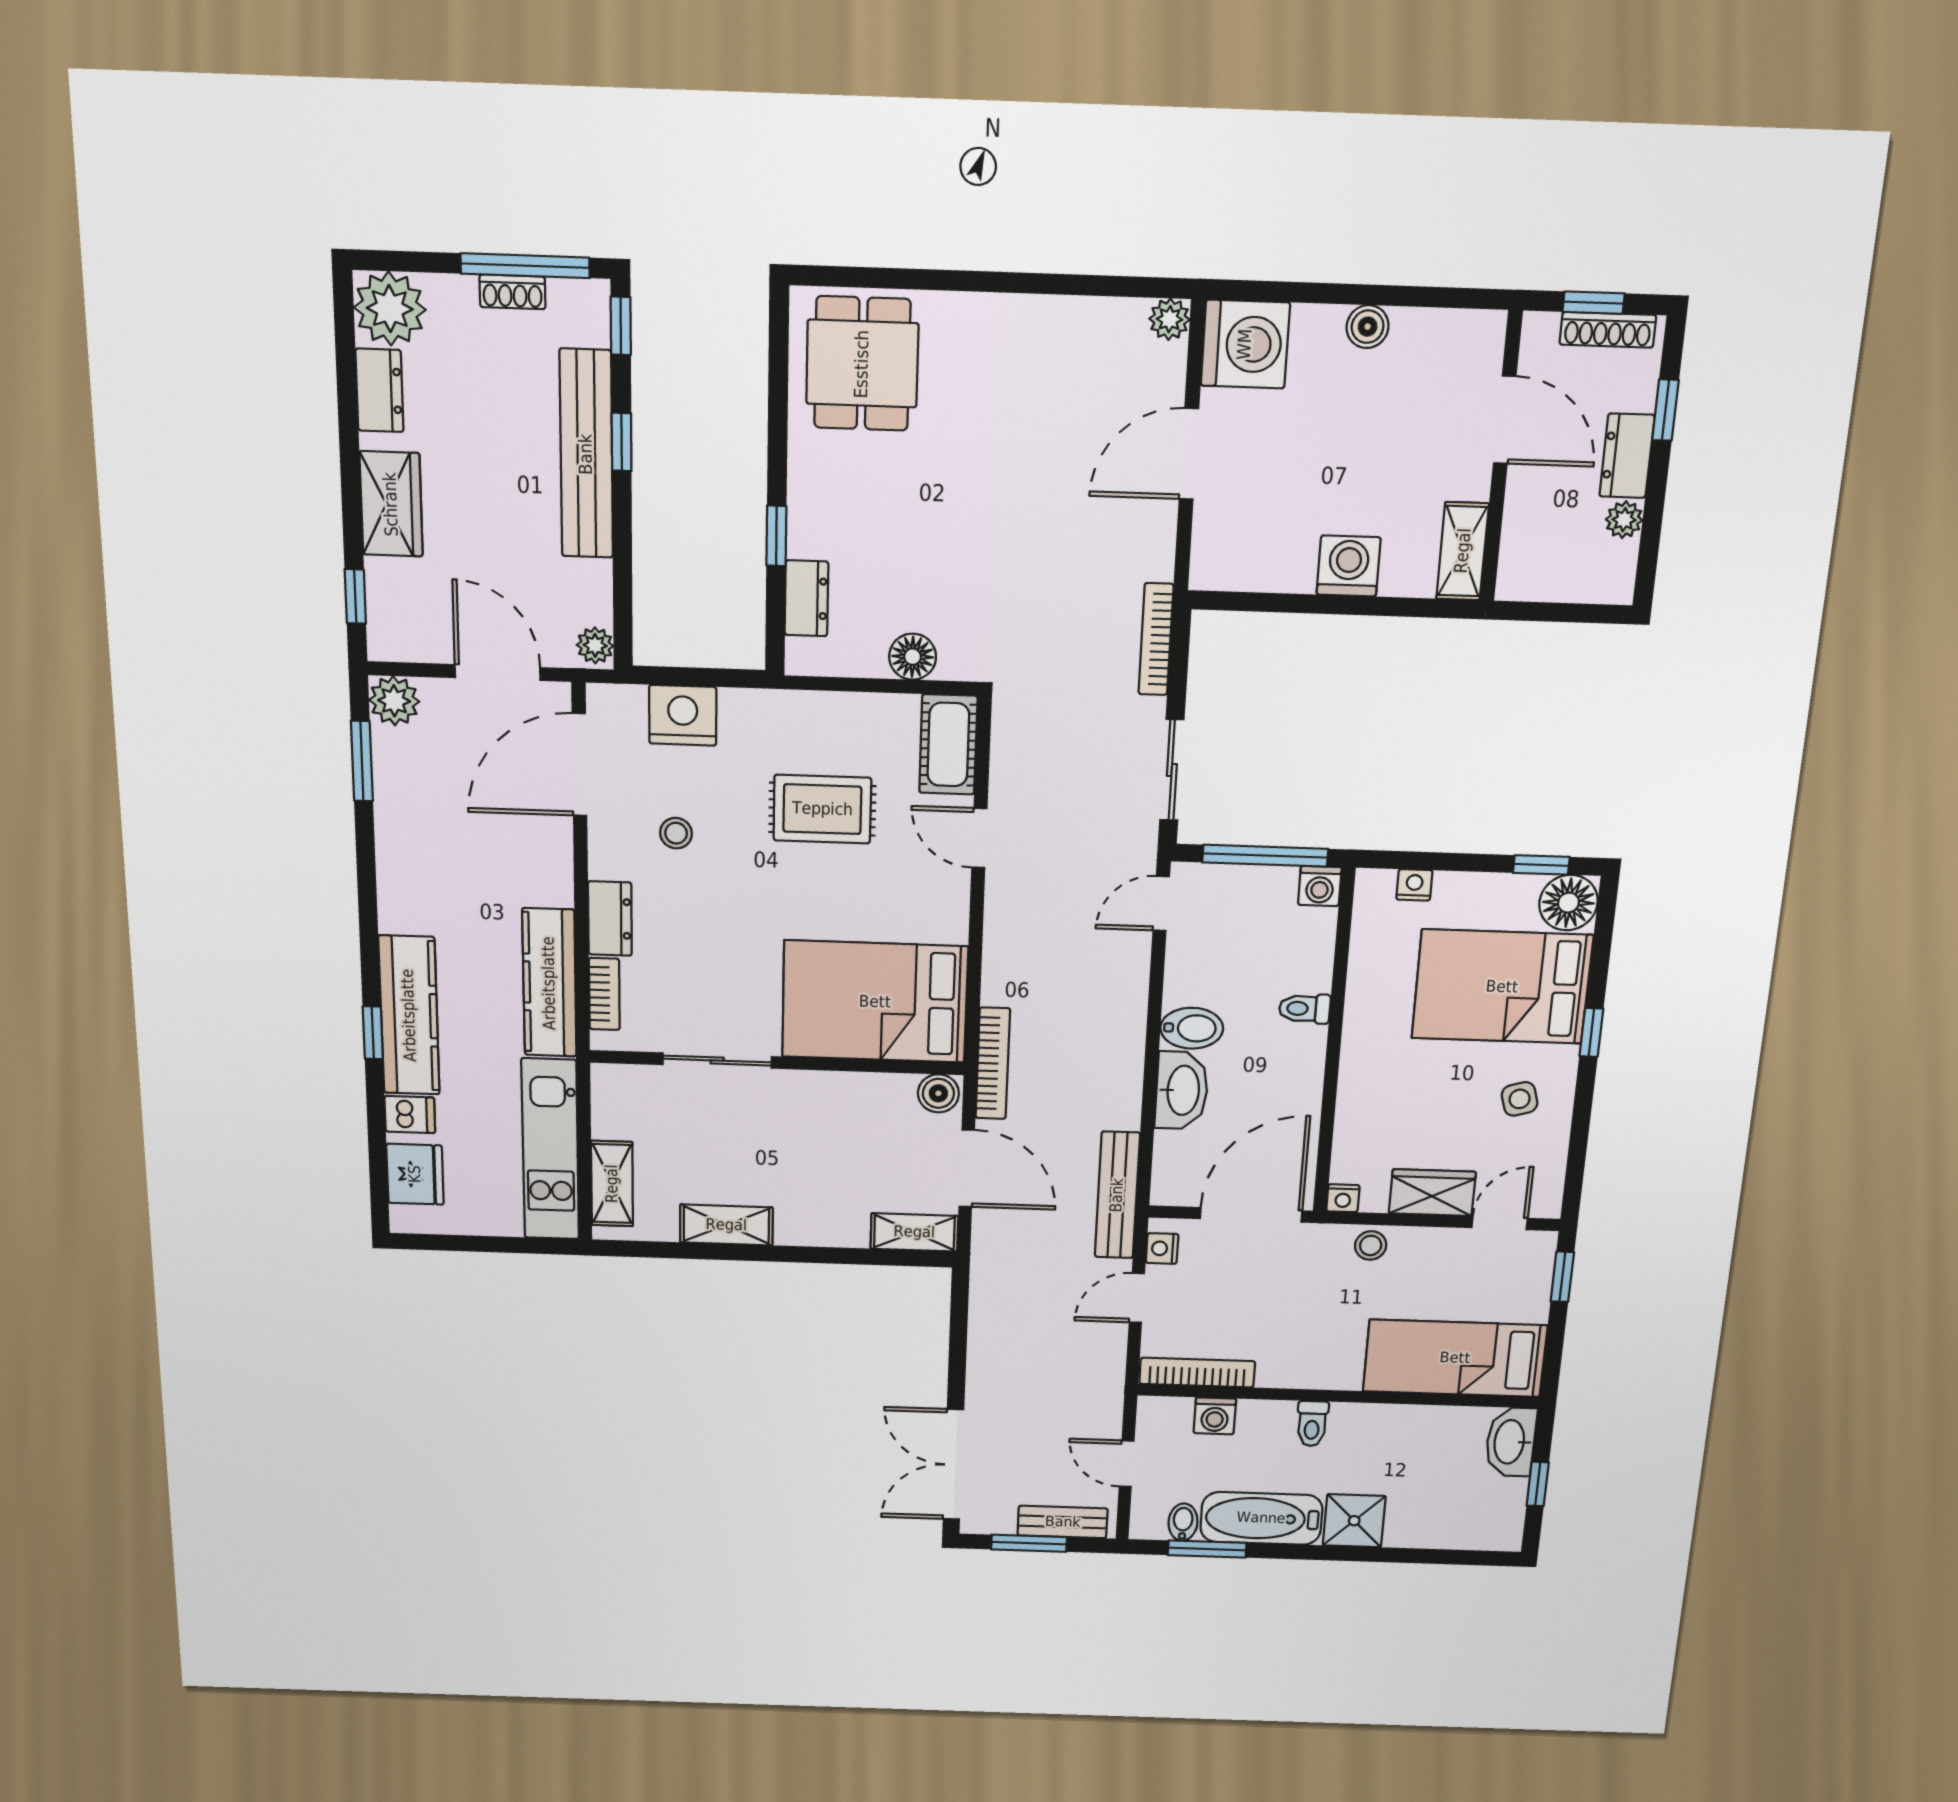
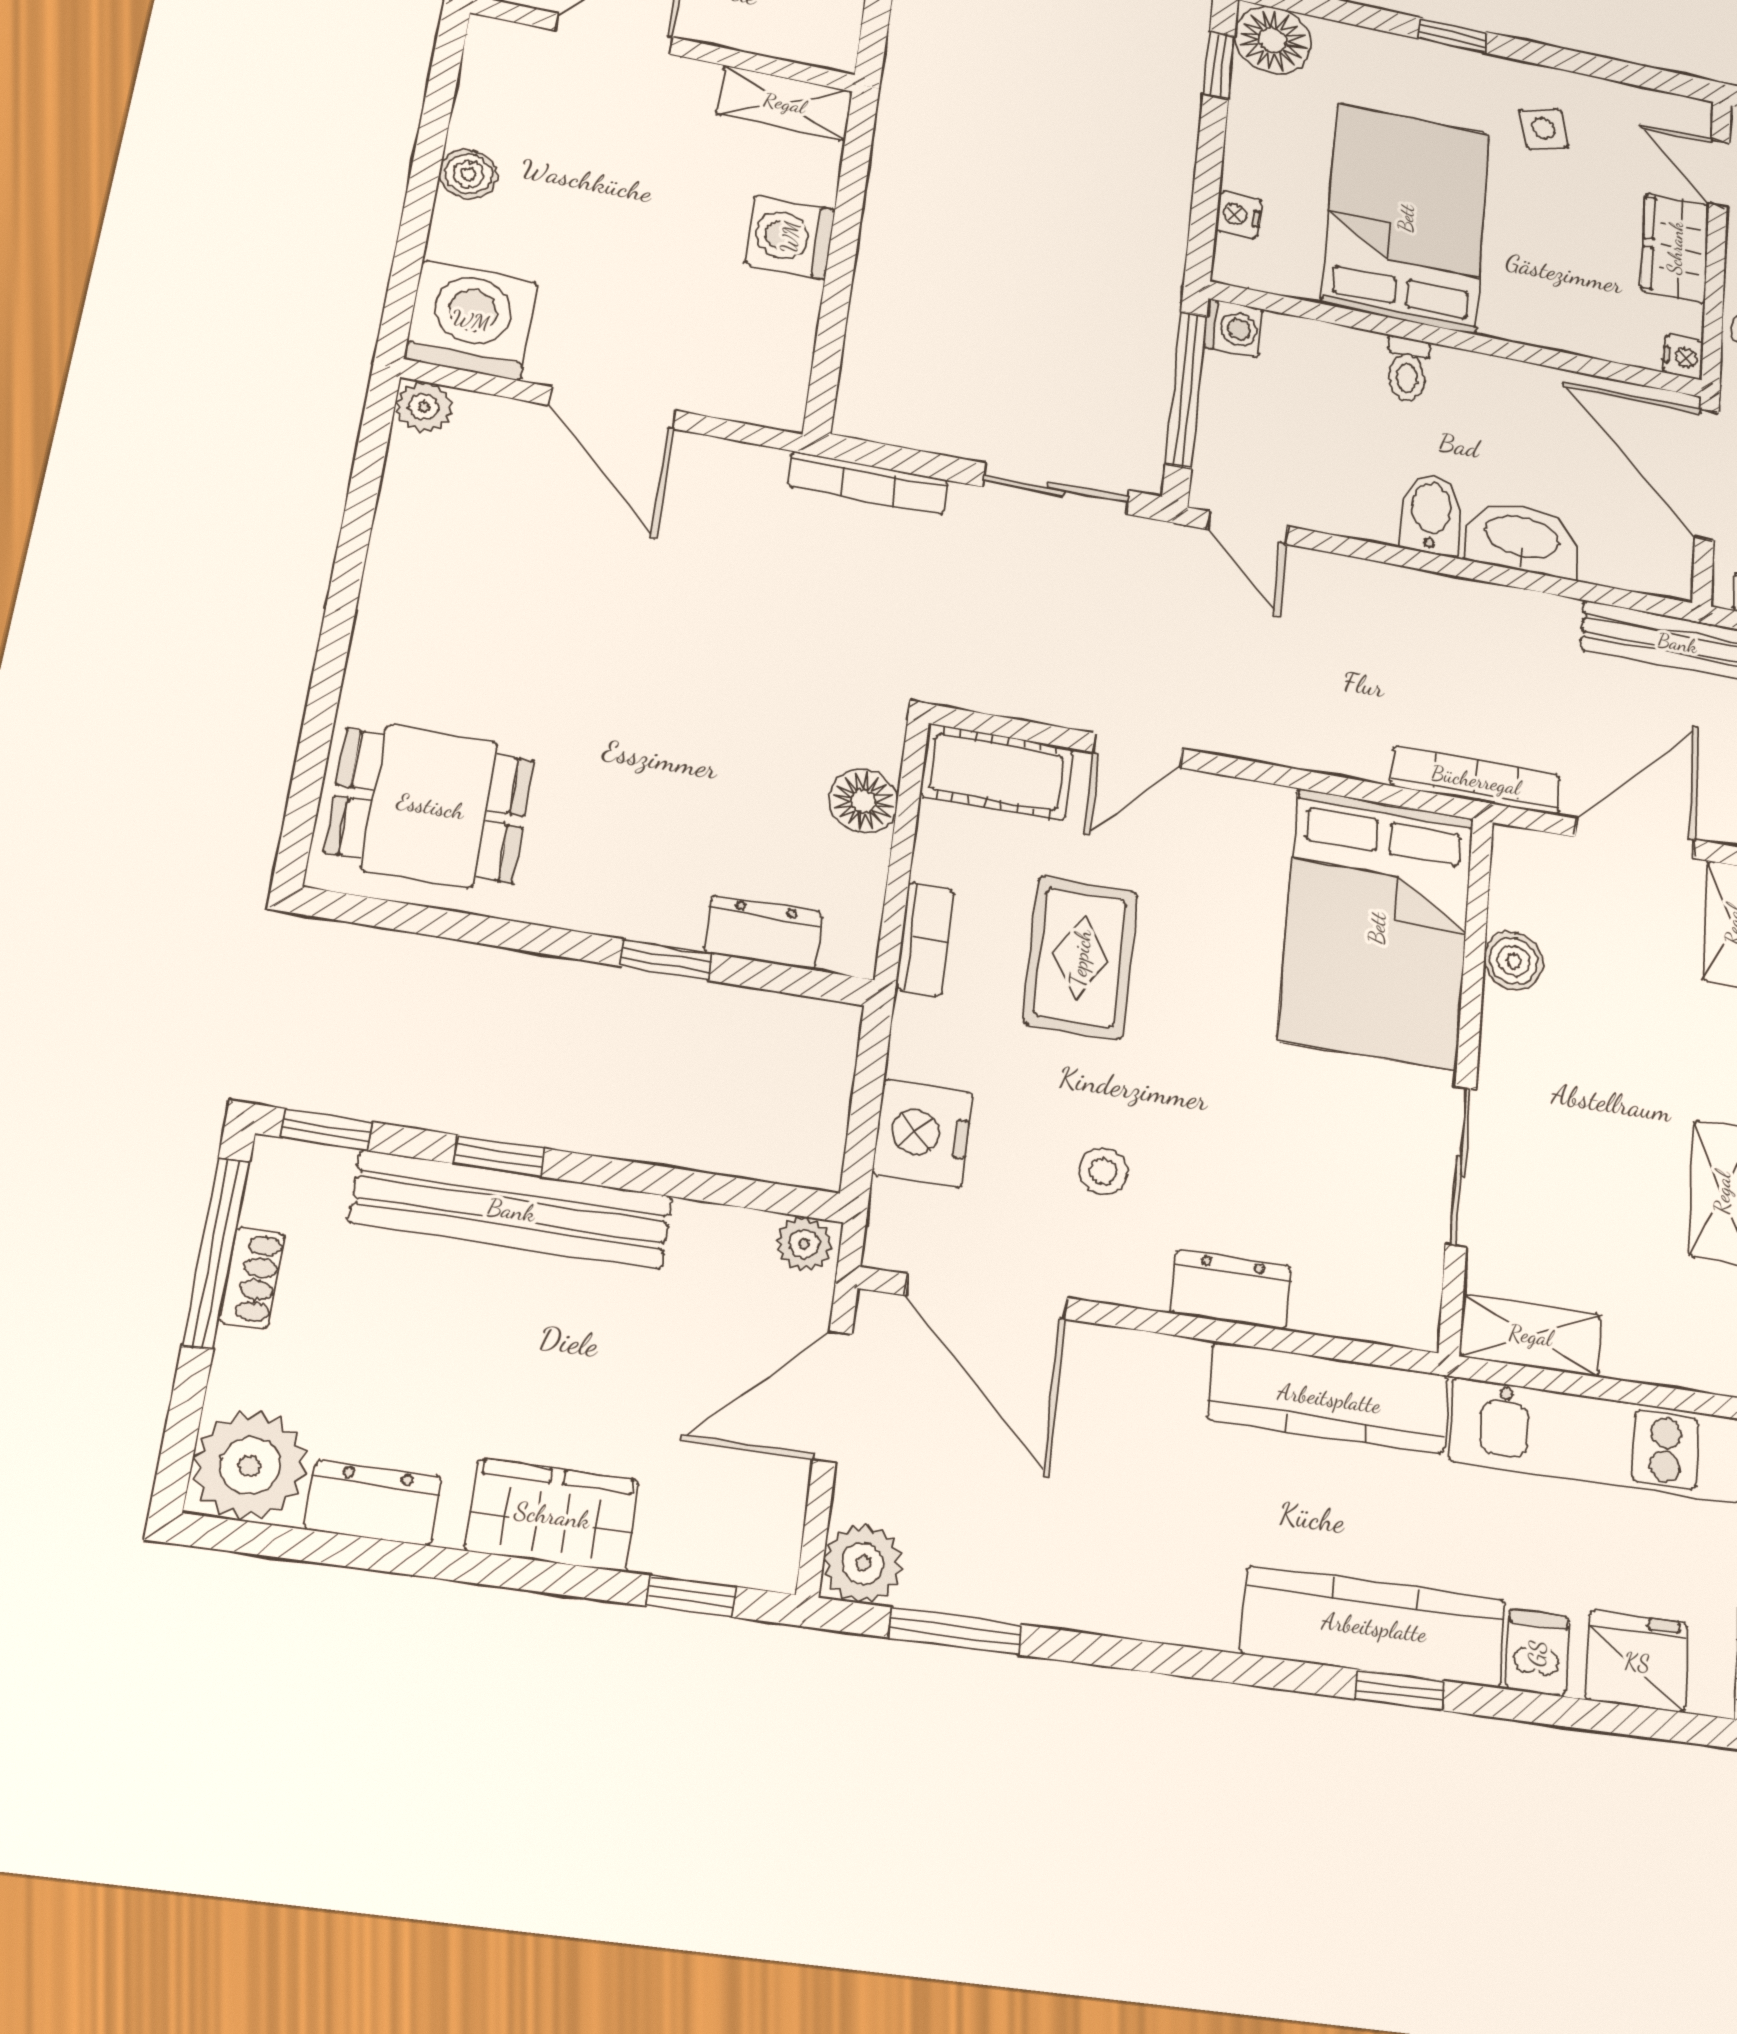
bed: (1502, 987) -> (1406, 218), moved, turned 180
bookcase: (604, 994) -> (925, 939), moved, turned 90
boiler: (938, 1093) -> (1513, 961), moved
shelving: (612, 1184) -> (1530, 1335), moved

